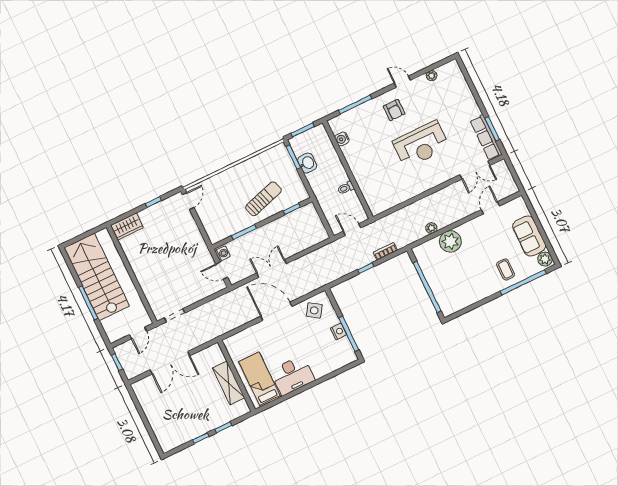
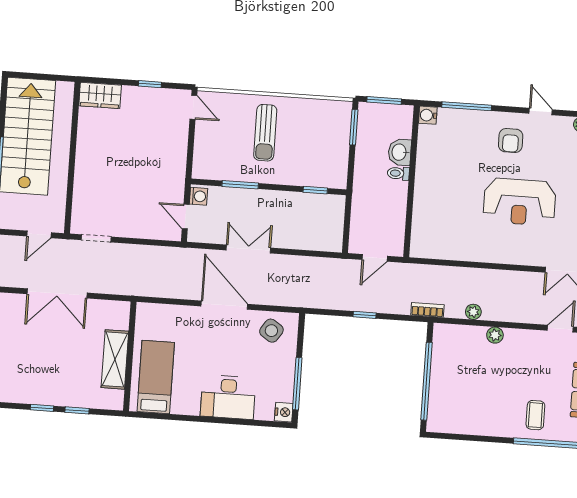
water cooler: (342, 139) -> (428, 115), moved
washbasin: (307, 163) -> (400, 152), moved, turned 180
toilet: (346, 188) -> (398, 173), moved
sun lounger: (263, 199) -> (265, 133), moved, turned 107
door: (188, 201) -> (193, 107), hinge flipped
door: (352, 230) -> (375, 258), swing flipped
plant: (450, 241) -> (495, 335), width x0.53, depth x0.53
bookcase: (385, 251) -> (427, 310), moved
nightstand: (339, 332) -> (284, 412), moved
desk: (292, 375) -> (228, 397), moved

